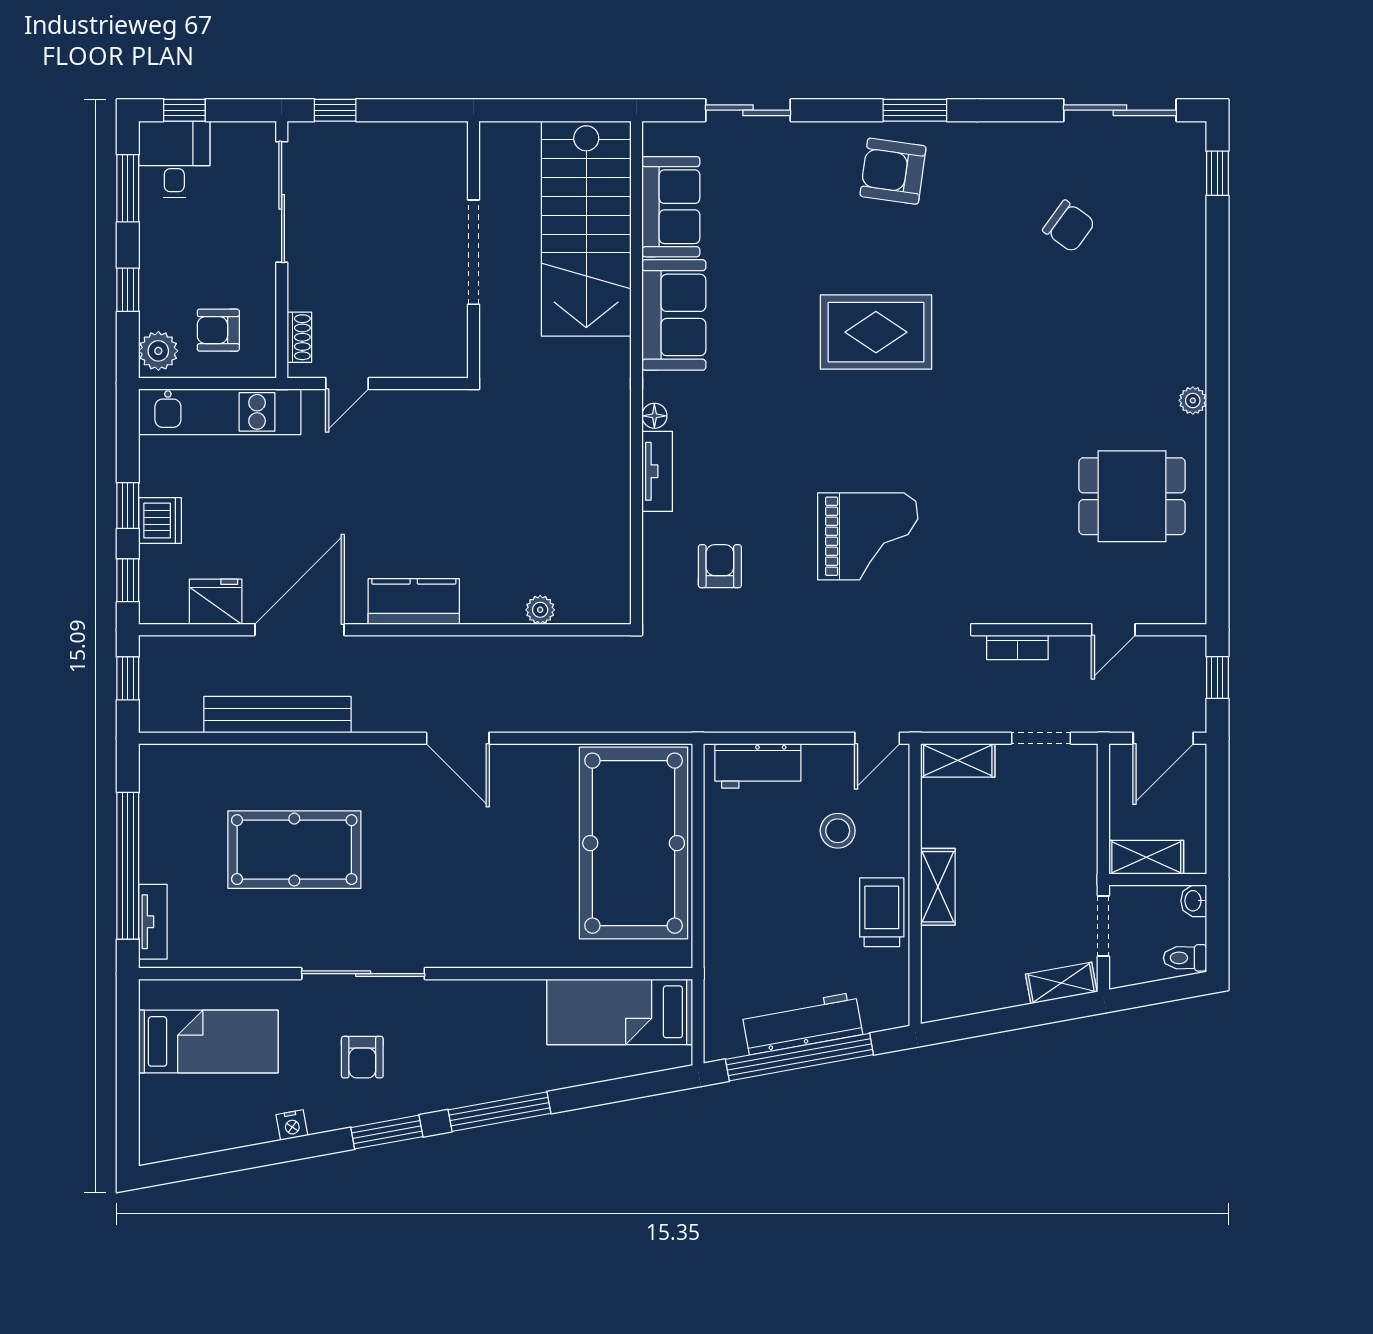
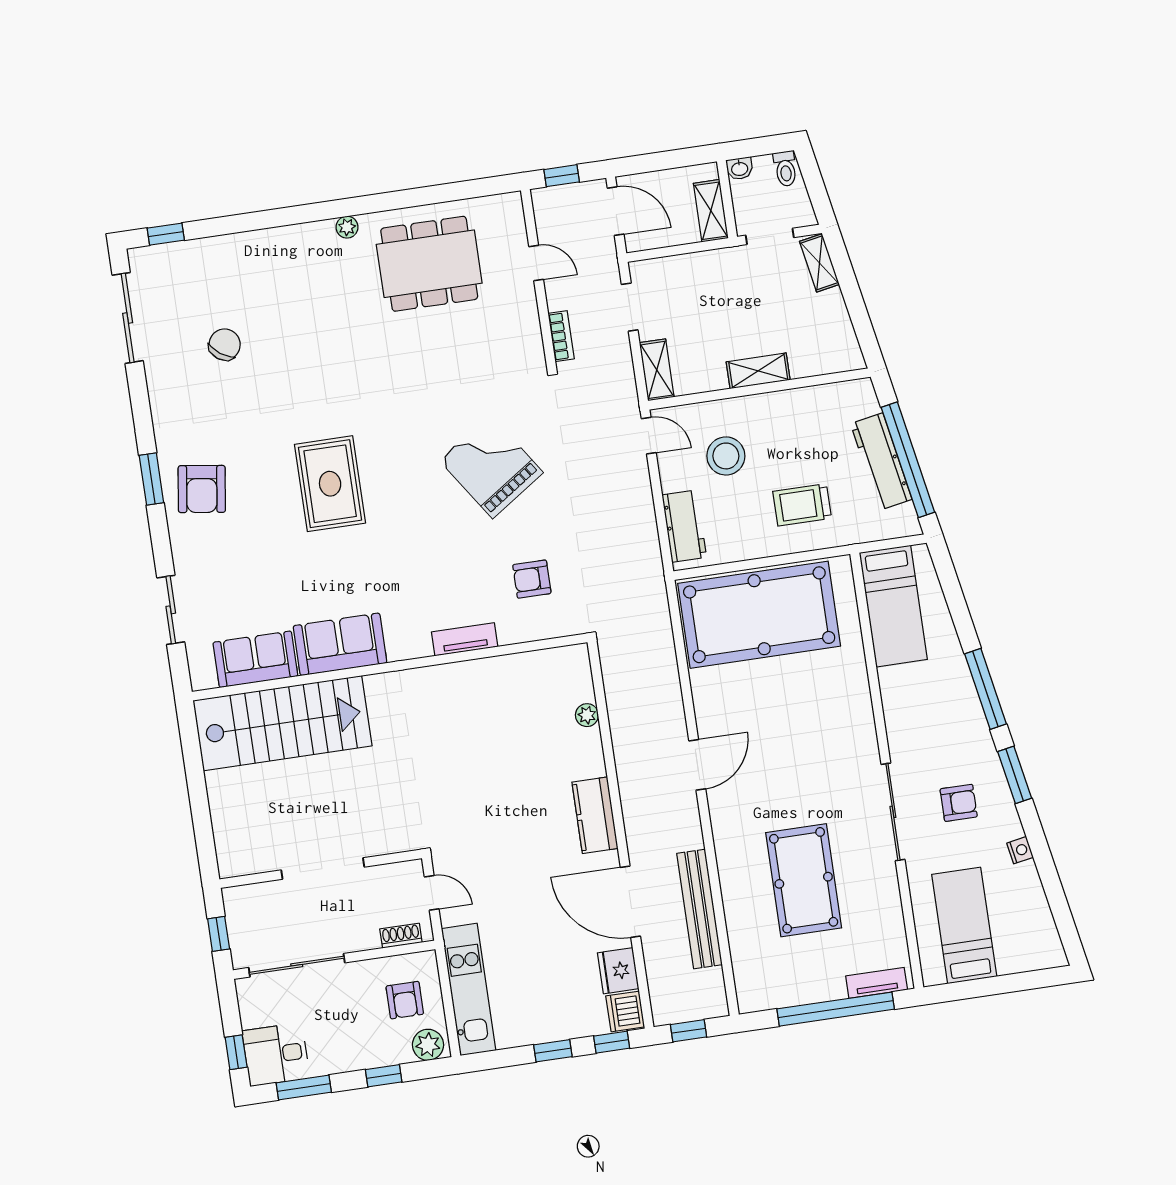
wall: (474, 250) -> (321, 869), moved
doorway: (474, 252) -> (323, 868), moved
floor lamp: (654, 416) -> (421, 648), removed
dining table: (1132, 496) -> (429, 264), width x1.38
dishwasher: (160, 521) -> (625, 1011), moved, turned -90
grand piano: (868, 536) -> (491, 466), turned -34
stool: (838, 831) -> (726, 456), width x1.38, depth x1.38
trolley: (882, 912) -> (802, 505), moved

